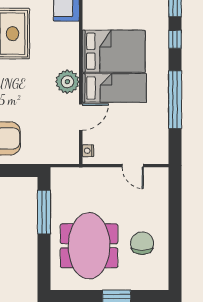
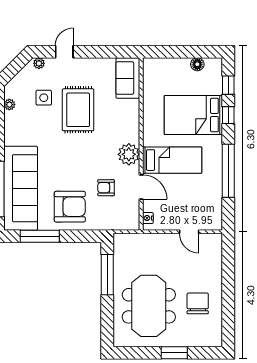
bed: (114, 51) -> (193, 115), moved, turned 180
door: (81, 117) -> (141, 187), hinge flipped
armchair: (43, 118) -> (106, 188), added

